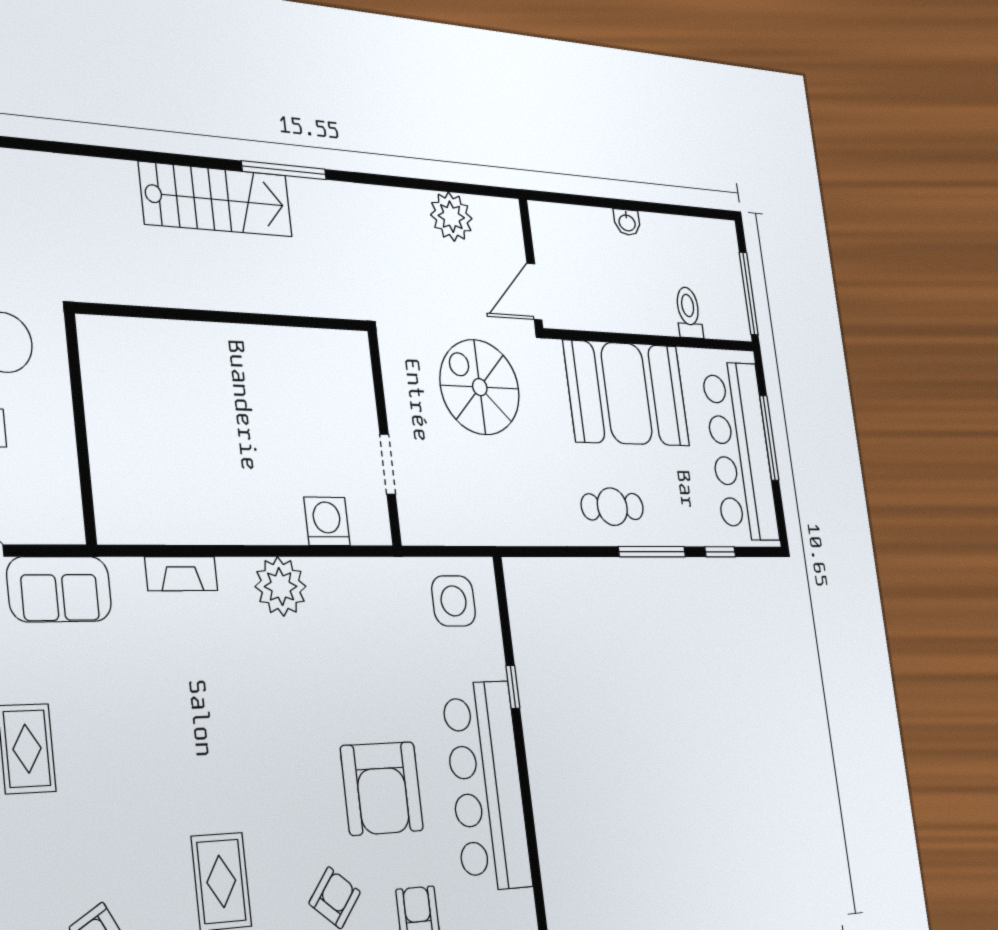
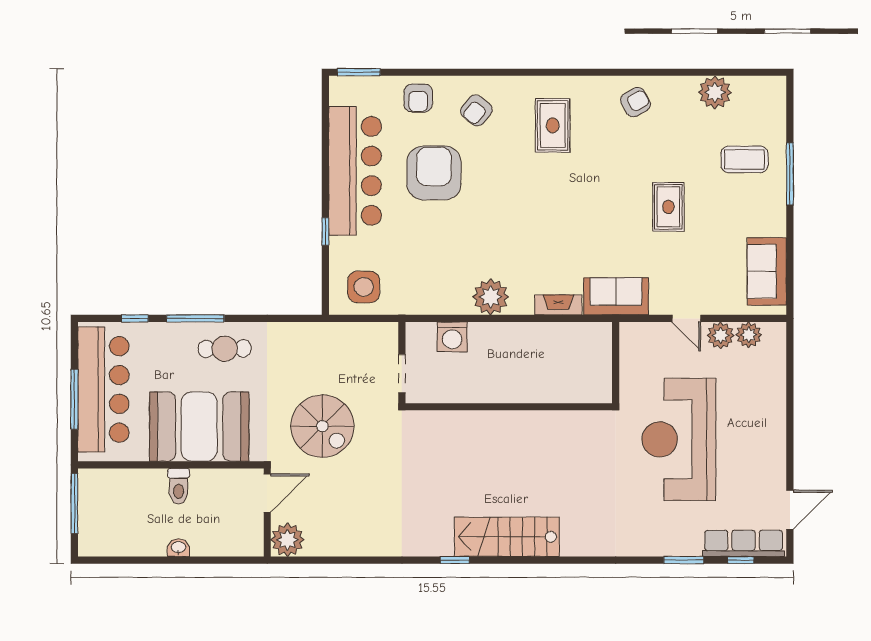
window: (284, 170) -> (455, 560), width x0.46
plant: (451, 217) -> (287, 540), moved
toilet: (689, 313) -> (179, 486), moved
wall: (226, 317) -> (509, 407), moved
sofa: (59, 589) -> (616, 296), moved

